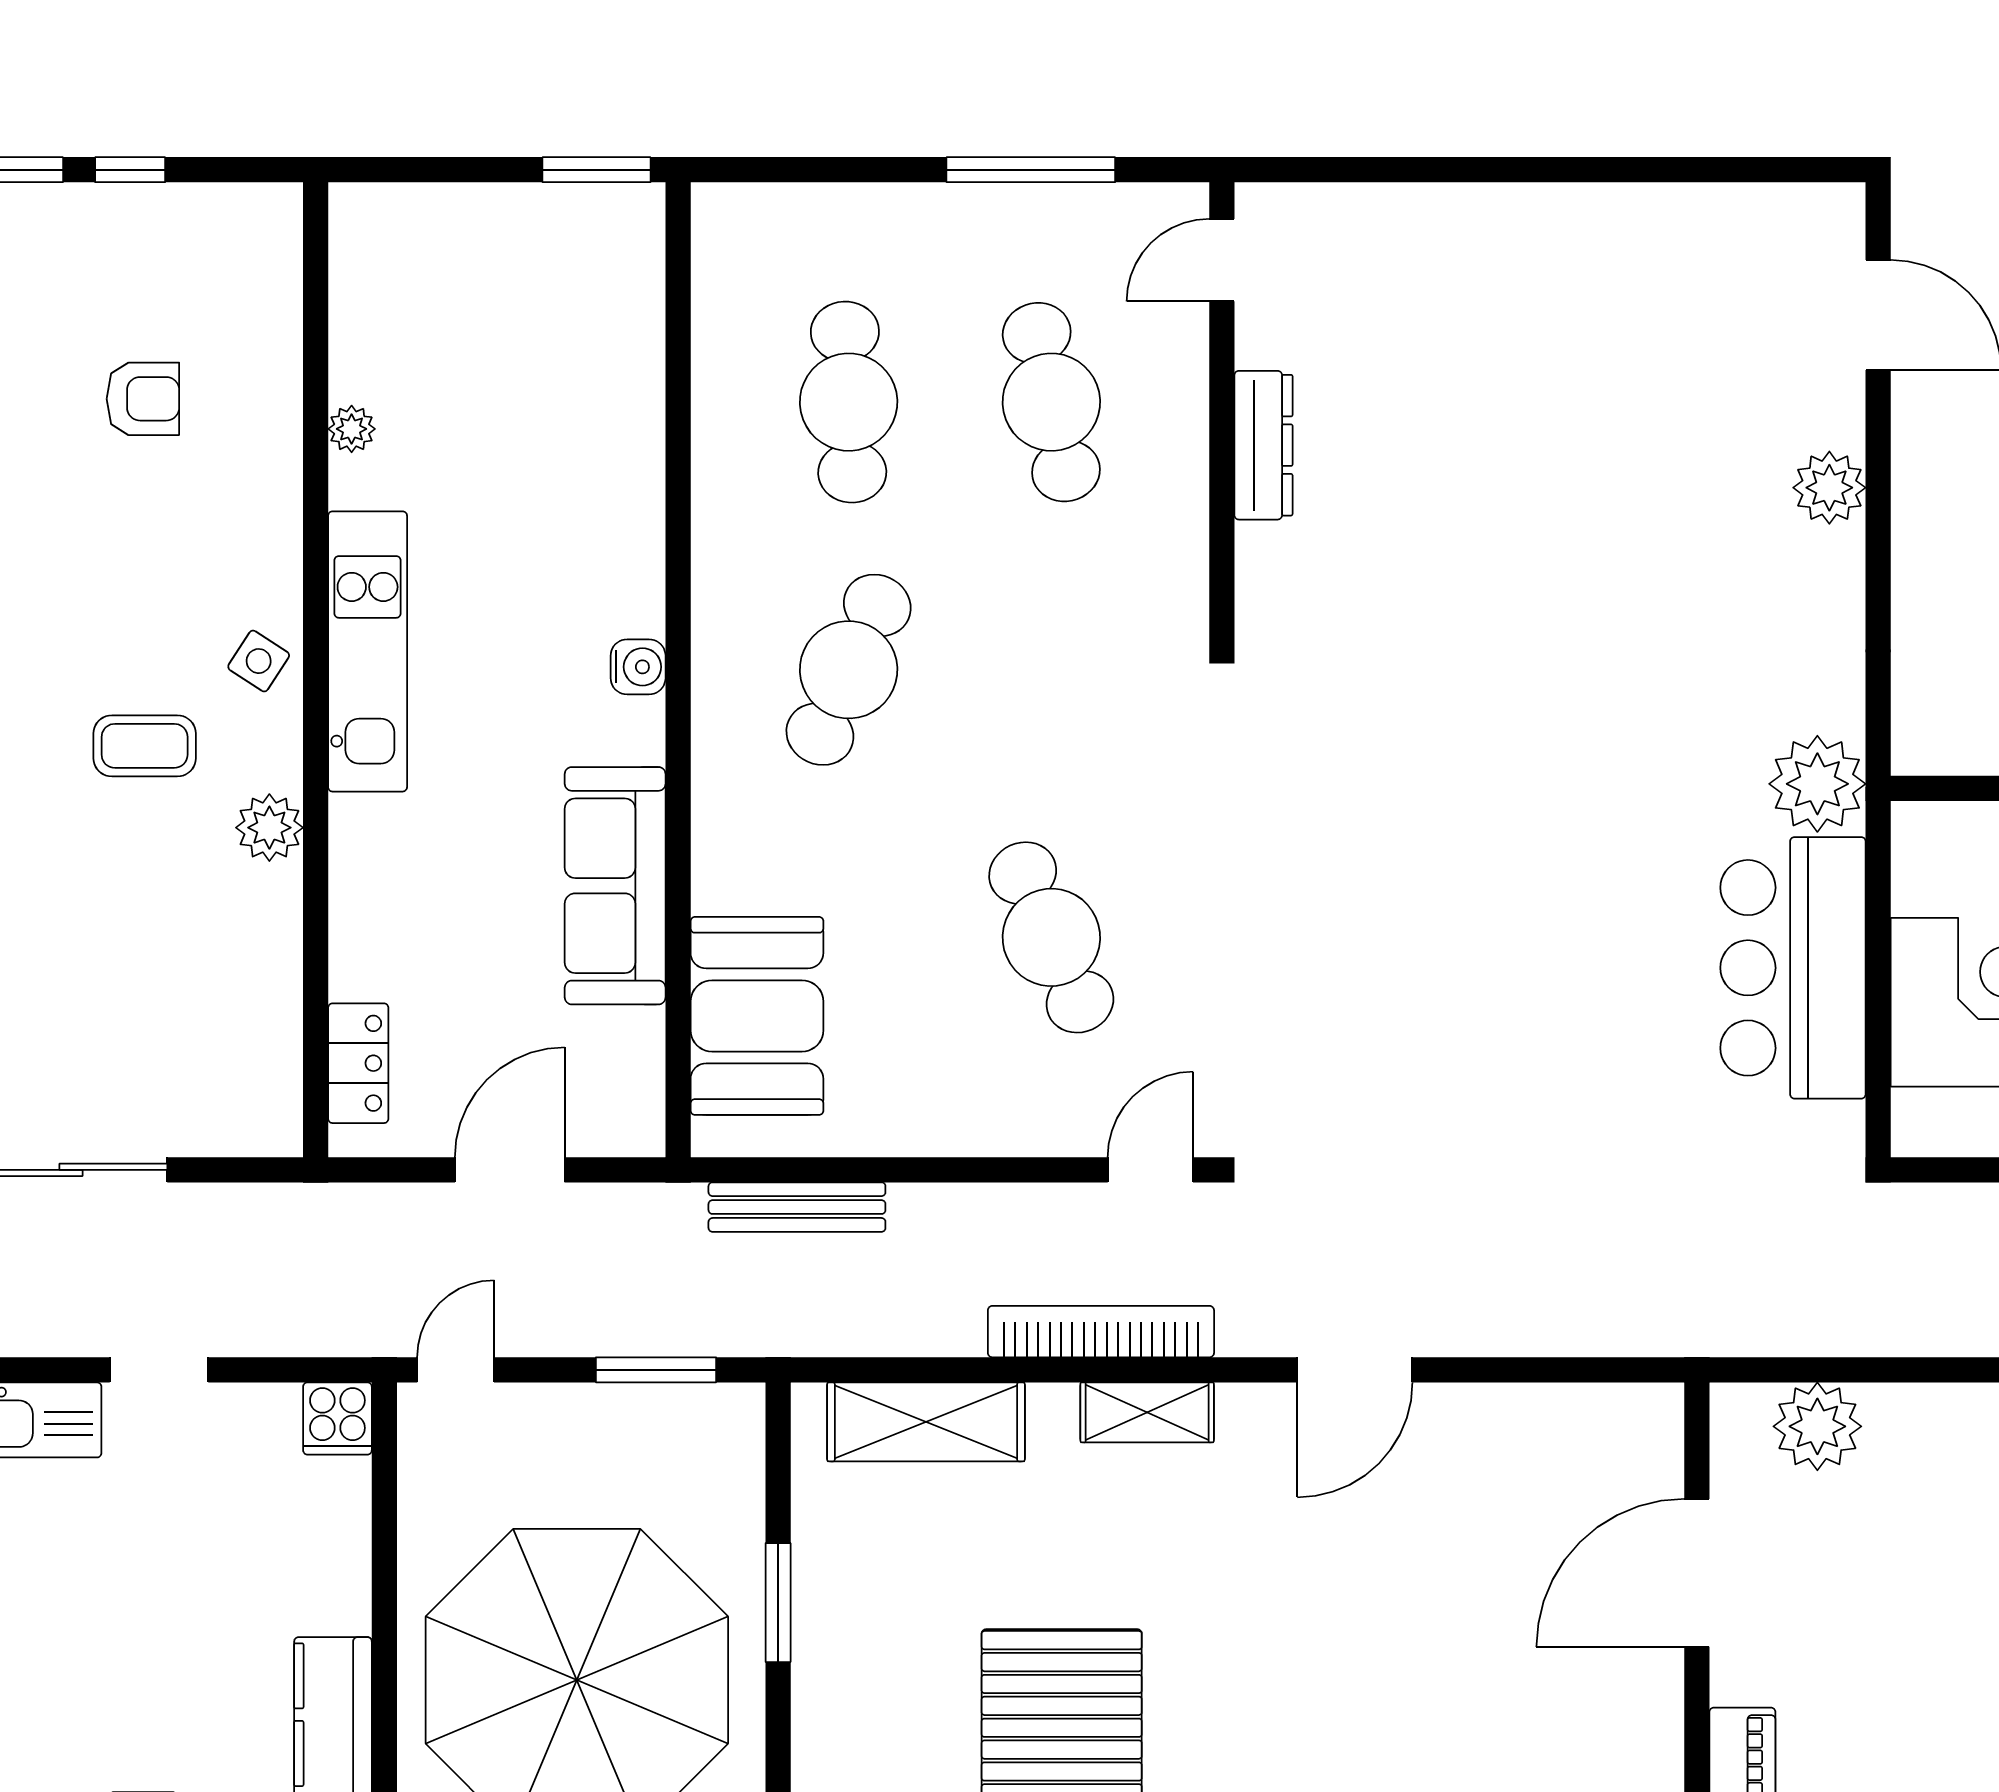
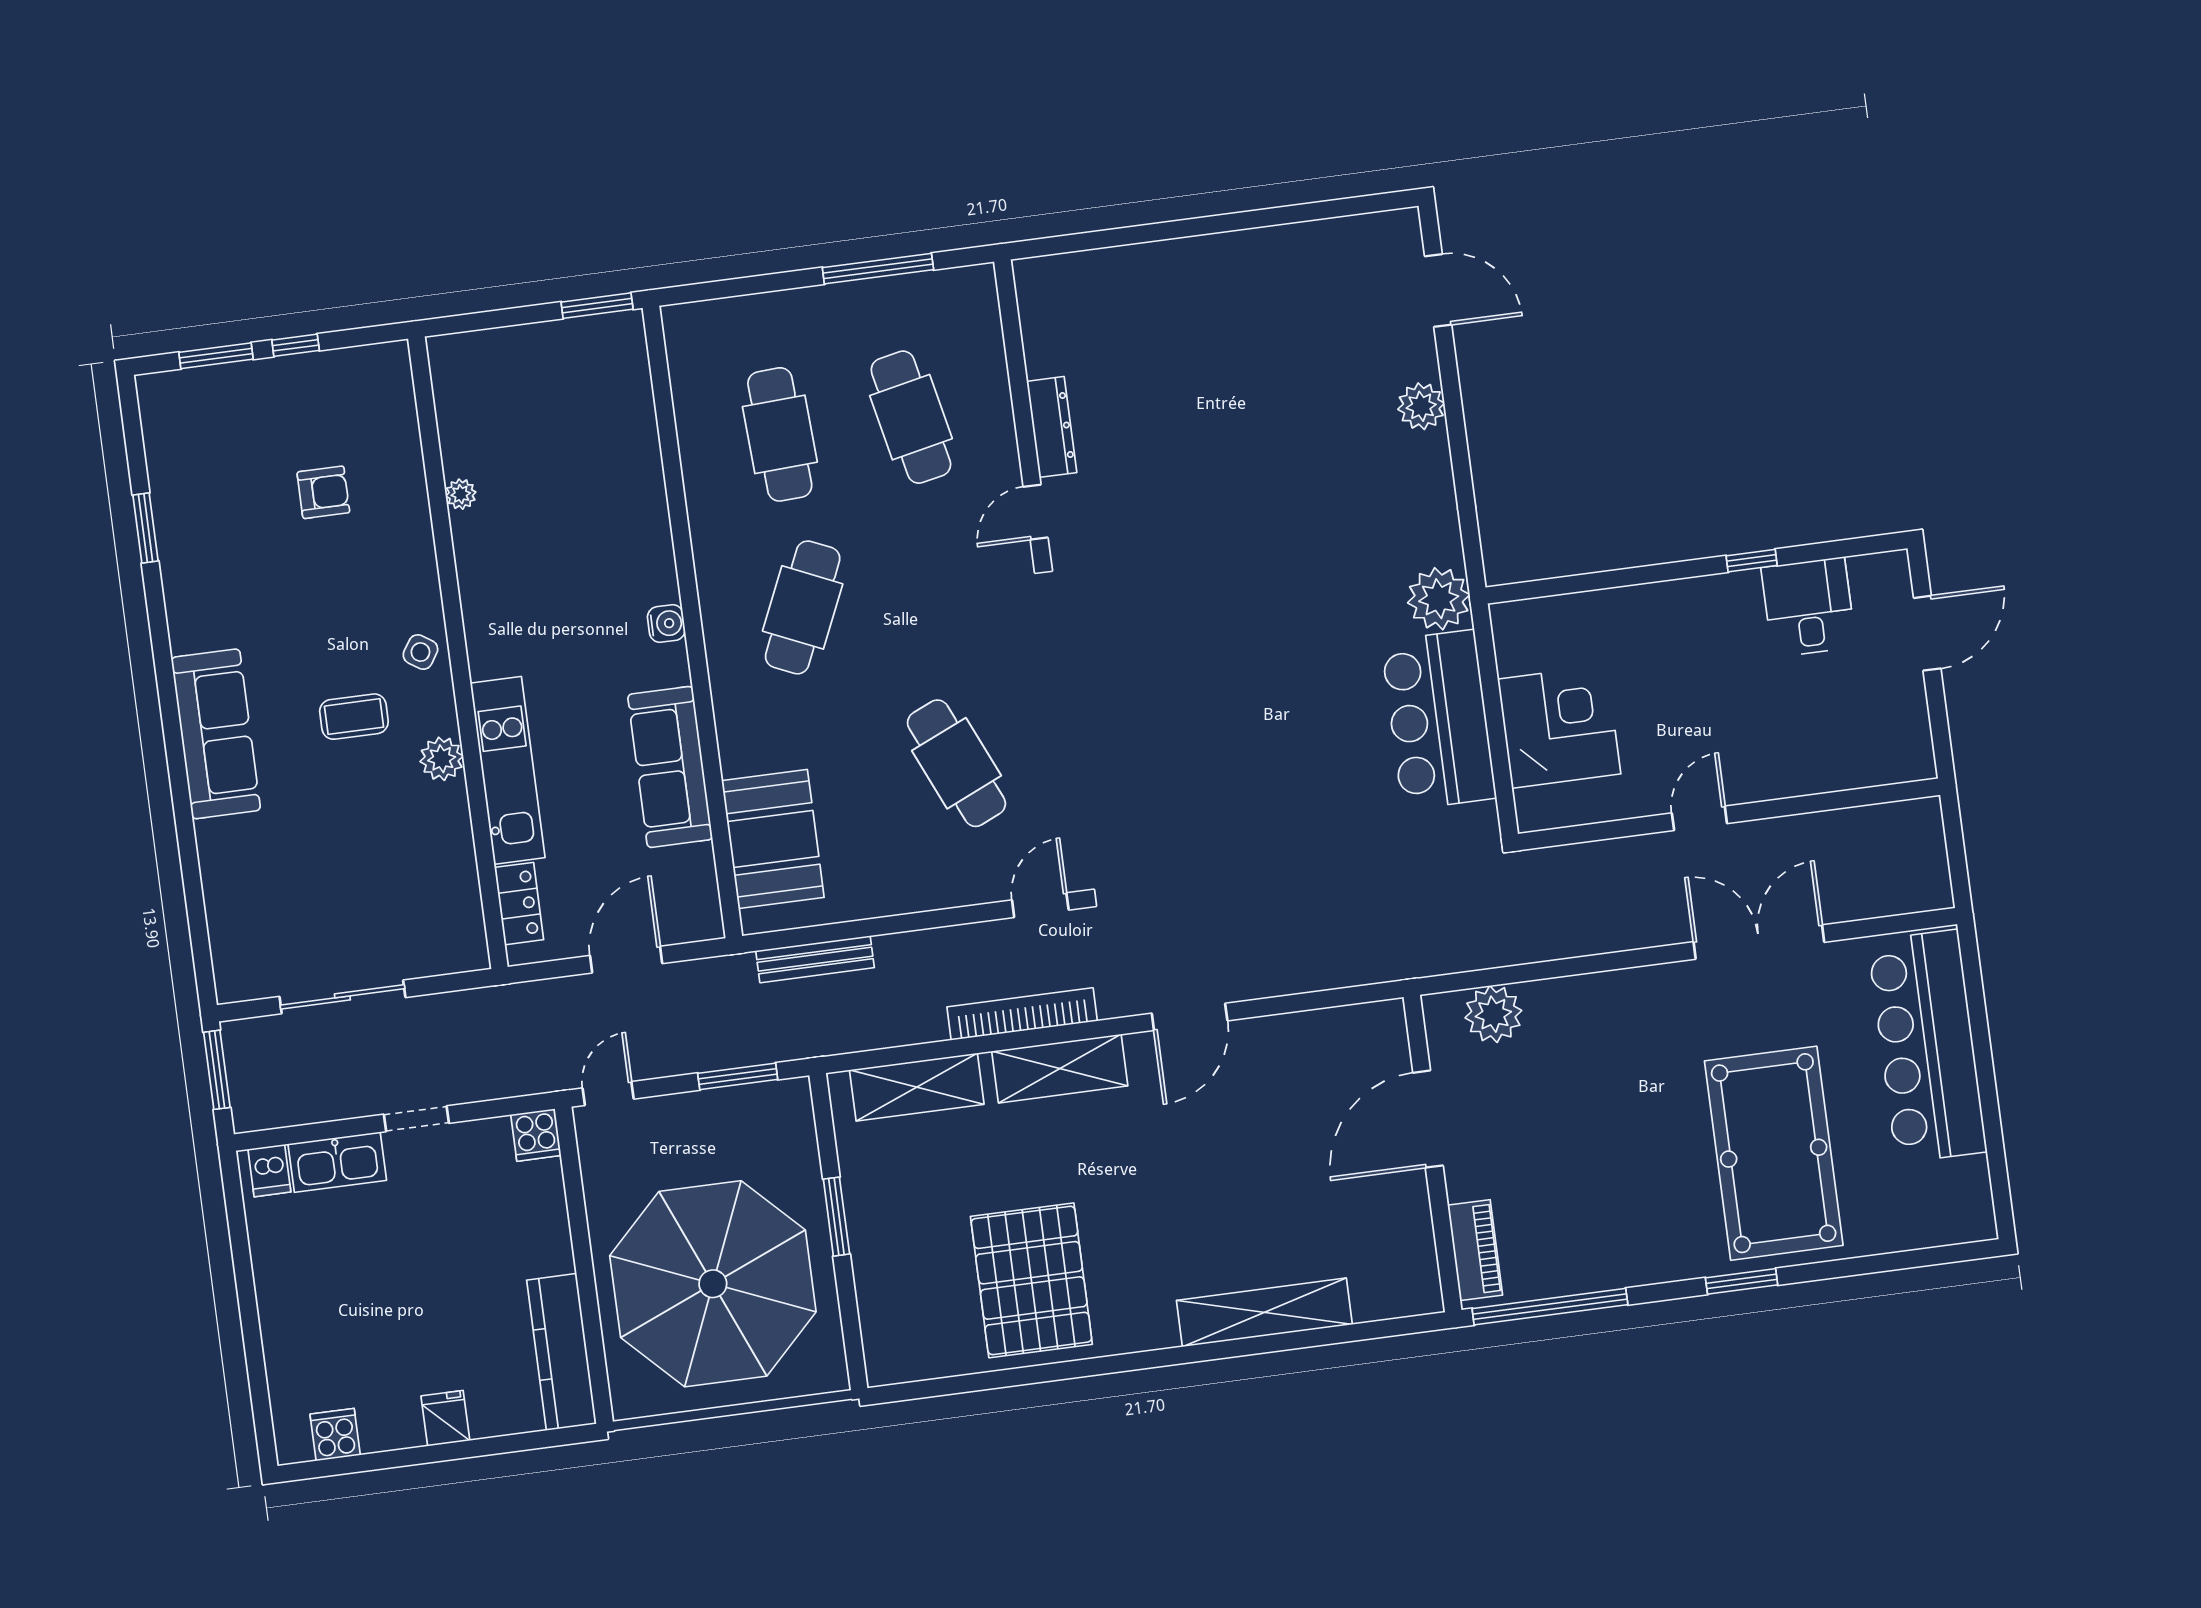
door: (1222, 260) -> (1036, 512), moved
kitchen unit: (368, 651) -> (508, 770), moved
shelving: (1147, 1412) -> (1060, 1069), width x1.50, depth x1.33

